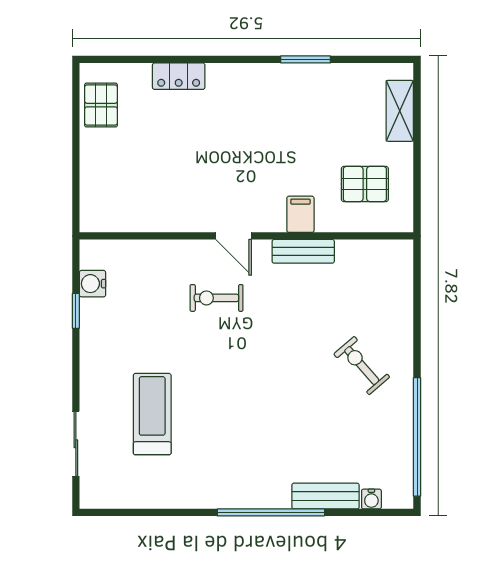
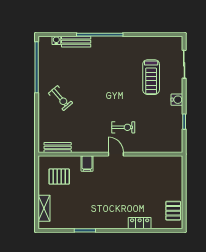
bench: (303, 251) -> (58, 147), moved
water cooler: (93, 284) -> (177, 100), moved

